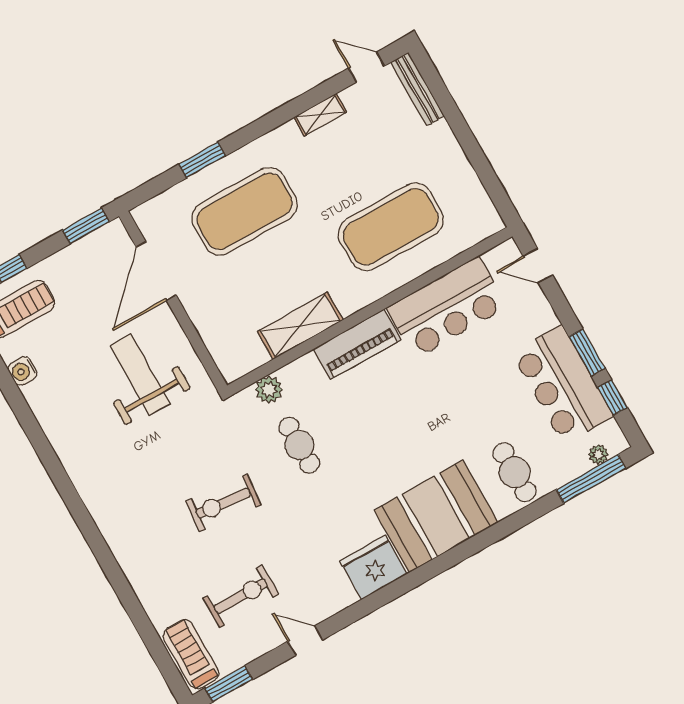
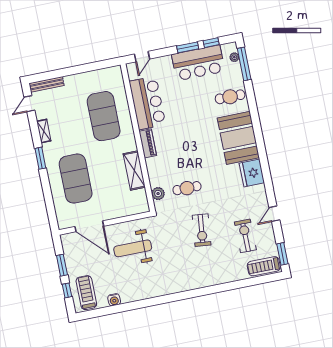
window: (202, 160) -> (40, 158), moved
window: (86, 226) -> (62, 265), moved
piano: (357, 344) -> (148, 143), width x0.73, depth x0.75

